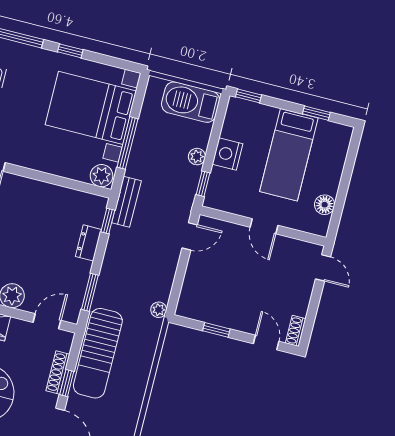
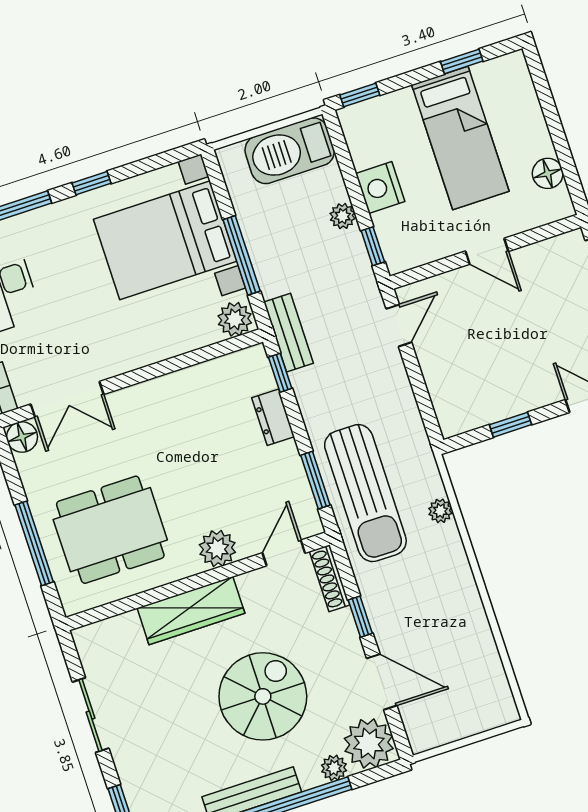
plant: (159, 310) -> (440, 511), moved
sun lounger: (98, 353) -> (365, 493), moved
shoe rack: (58, 372) -> (330, 578), moved

